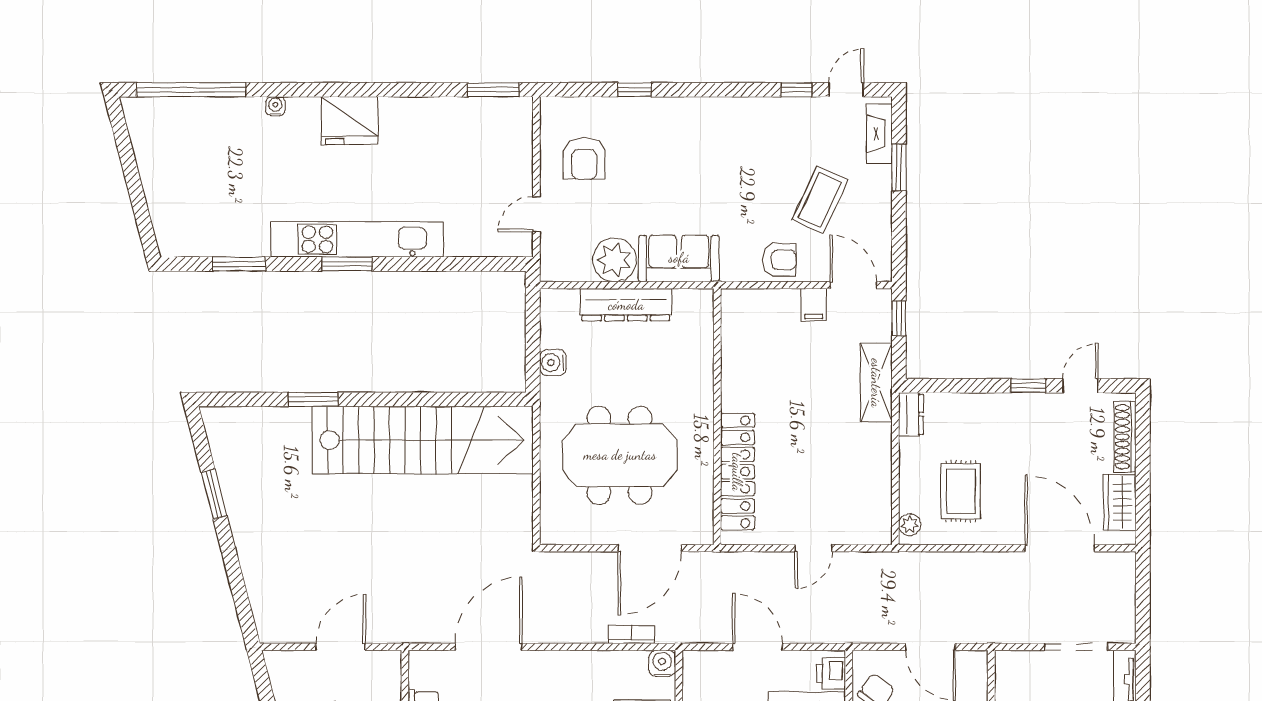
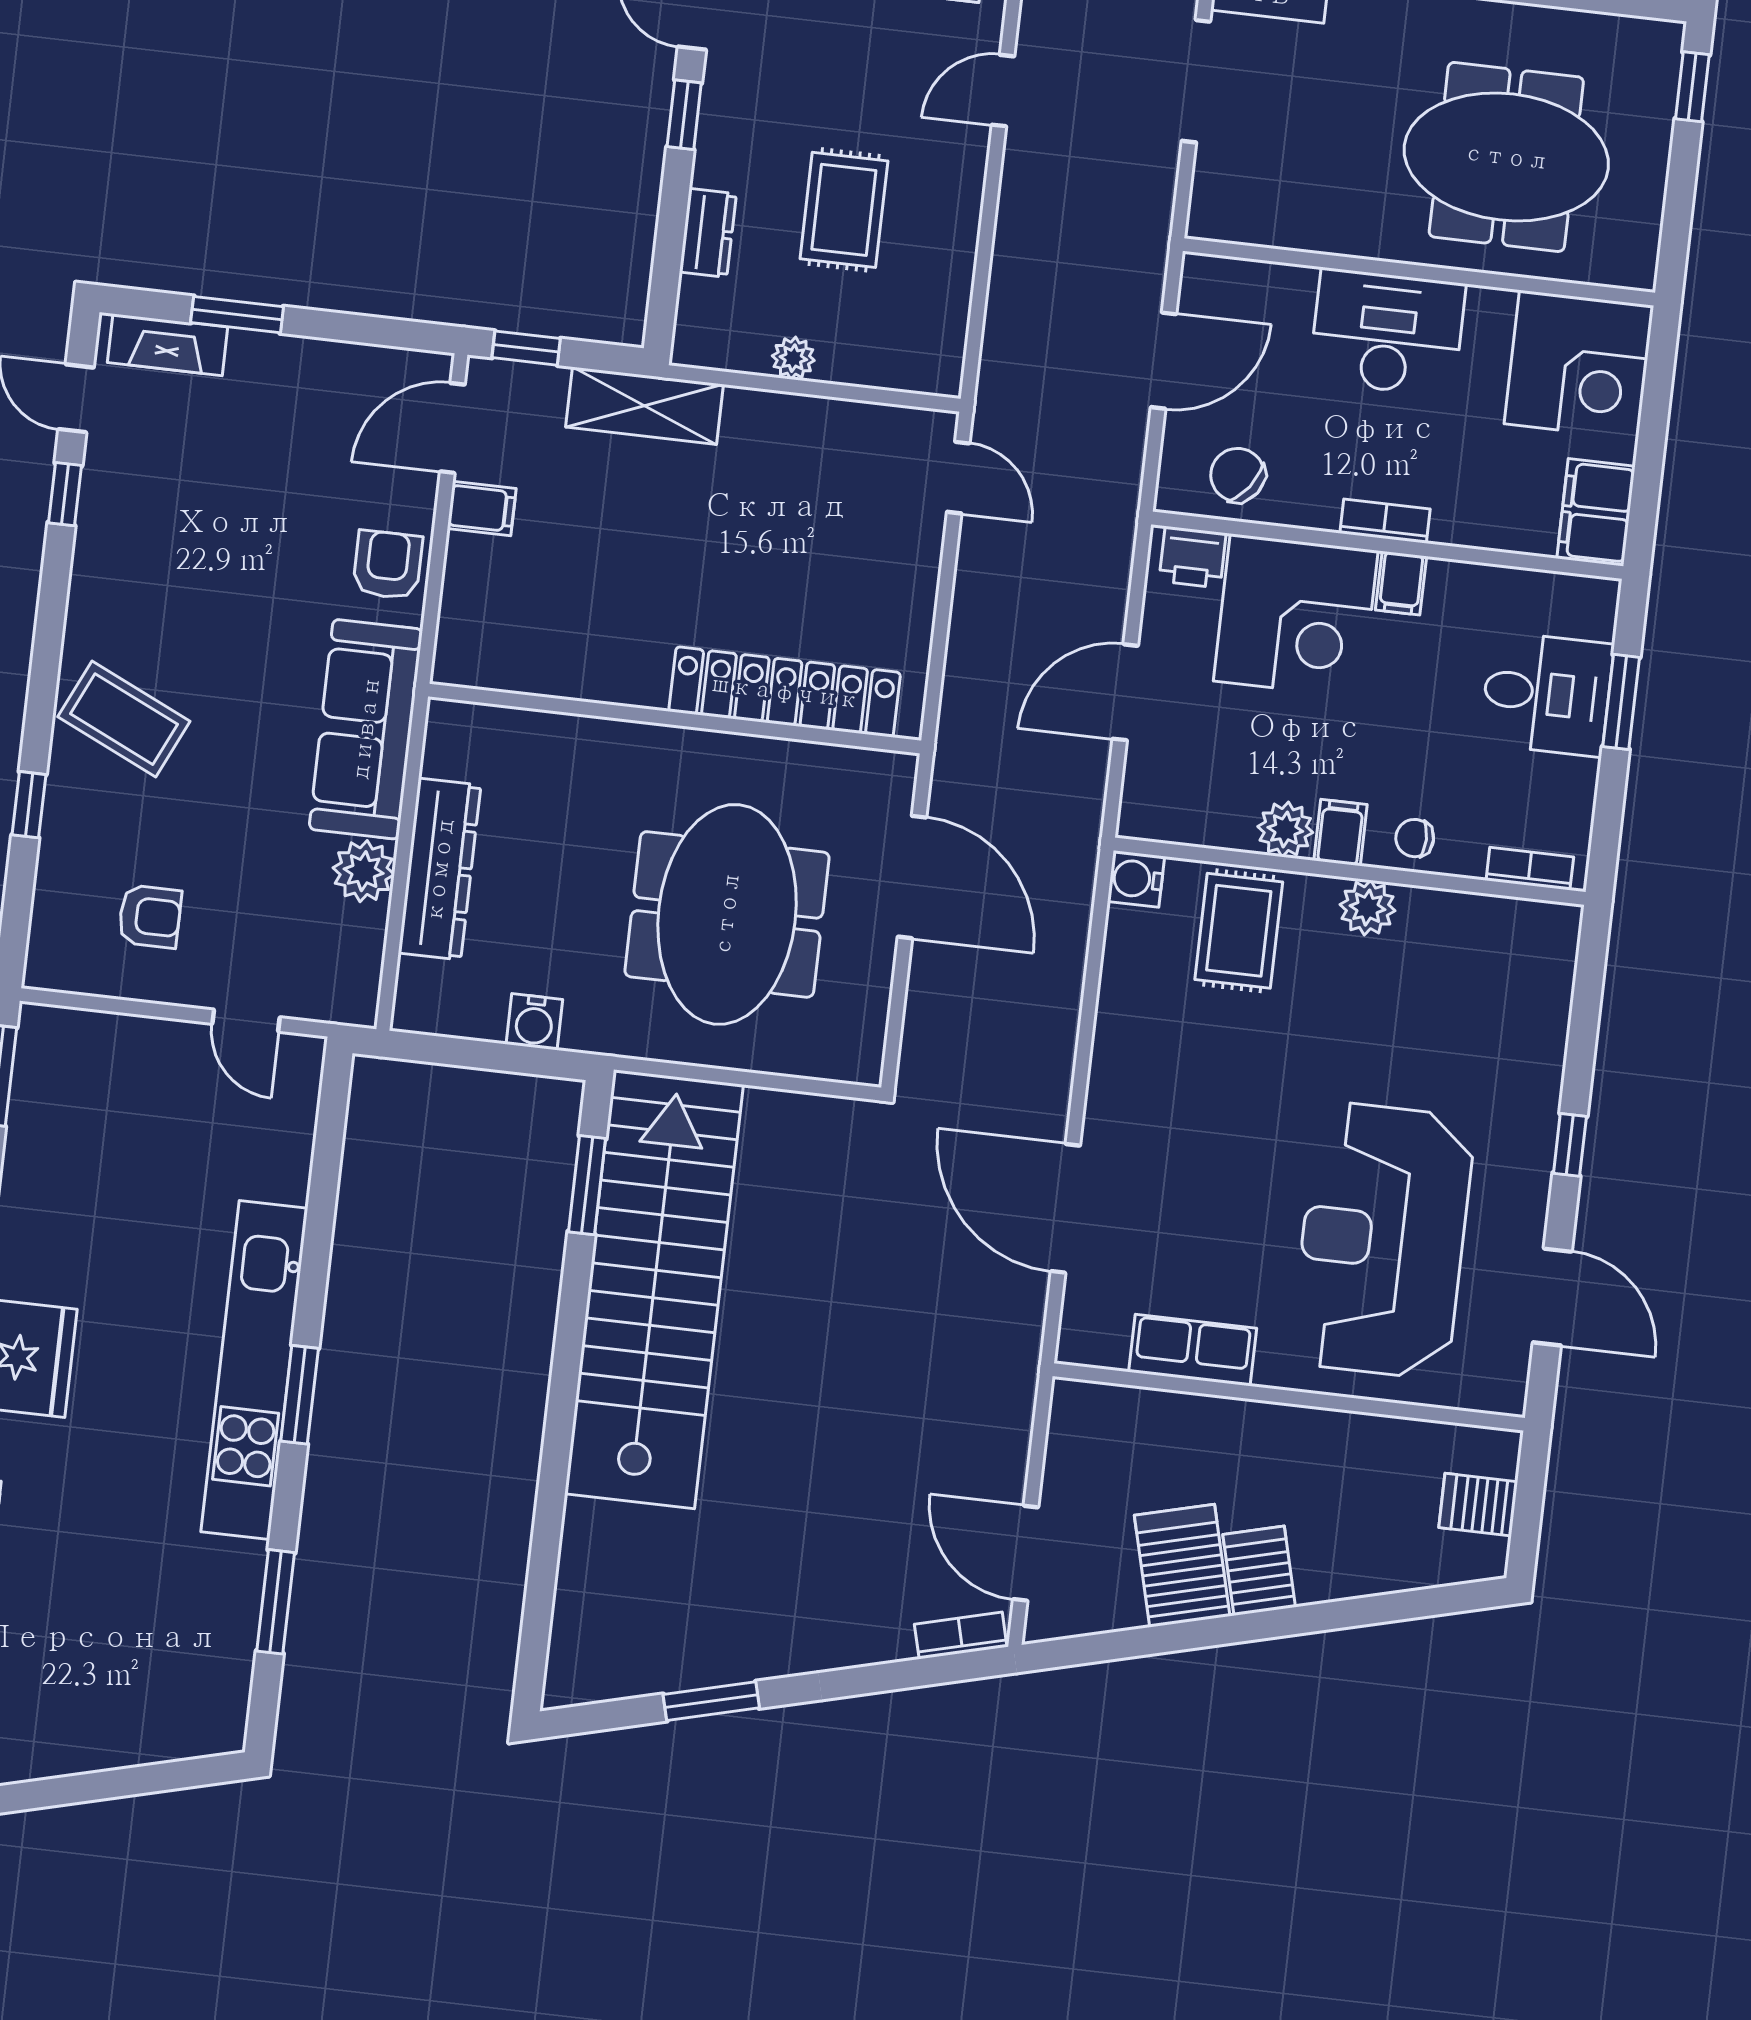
armchair: (584, 158) -> (150, 916), width x0.72, depth x0.72
coffee table: (820, 200) -> (124, 719), moved
sofa: (679, 258) -> (366, 729), width x1.36
plant: (614, 260) -> (364, 871), width x0.73, depth x0.73
window: (313, 399) -> (587, 1185), moved
dresser: (911, 414) -> (708, 233), moved, turned 90
rug: (961, 491) -> (844, 210), moved, turned 90
plant: (910, 525) -> (793, 358), moved
door: (814, 548) -> (958, 478), moved
door: (1060, 548) -> (1003, 91), width x0.53
bookcase: (631, 634) -> (961, 1636), moved, turned 76
door: (341, 647) -> (1026, 1553), moved

